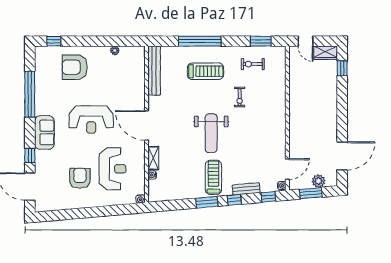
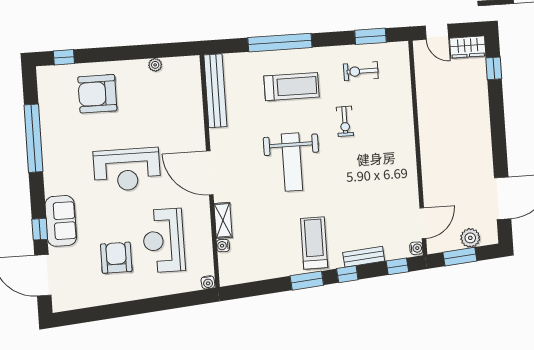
sofa: (44, 132) -> (61, 221), moved
weight bench: (211, 133) -> (292, 162), moved
reception desk: (113, 169) -> (164, 241), turned 180

